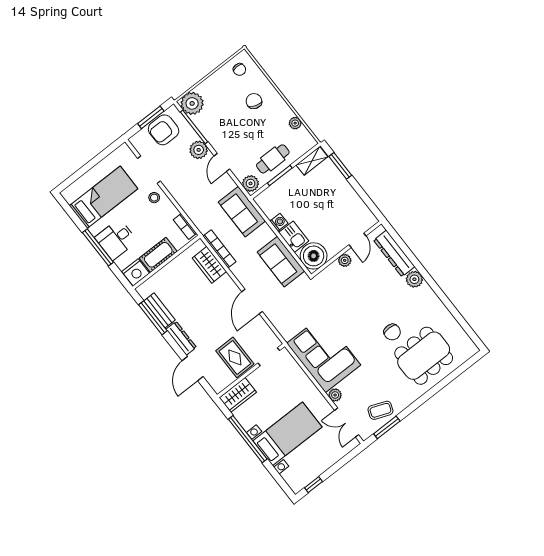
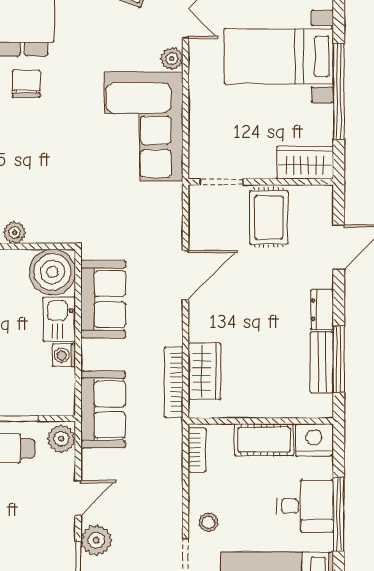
dresser: (181, 338) -> (322, 310), width x0.70

